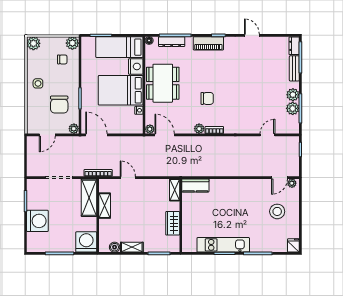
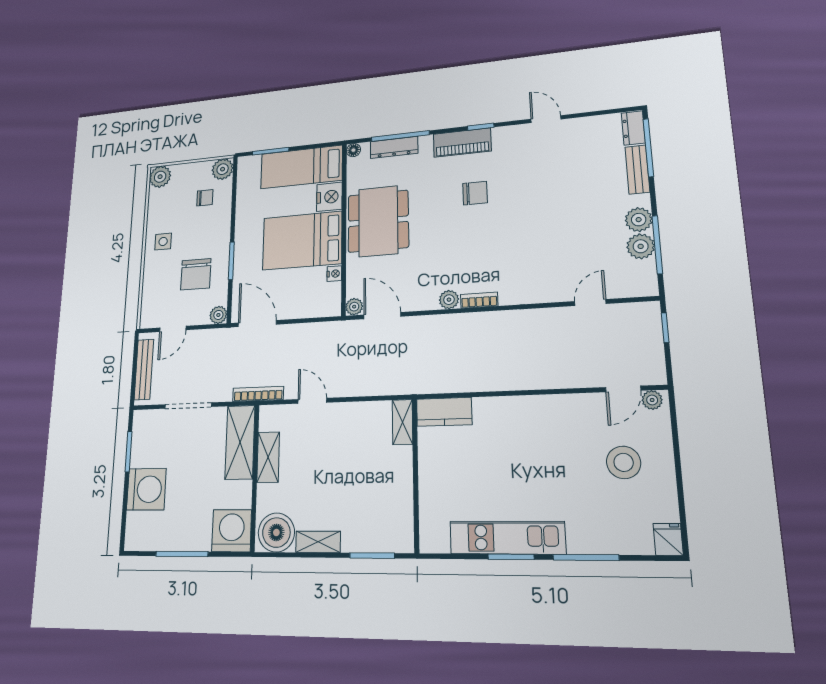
chair: (207, 98) -> (475, 193), moved
bench: (31, 157) -> (144, 369), added
wardrobe: (173, 223) -> (399, 491), removed
boiler: (115, 247) -> (276, 532), width x1.86, depth x1.86

